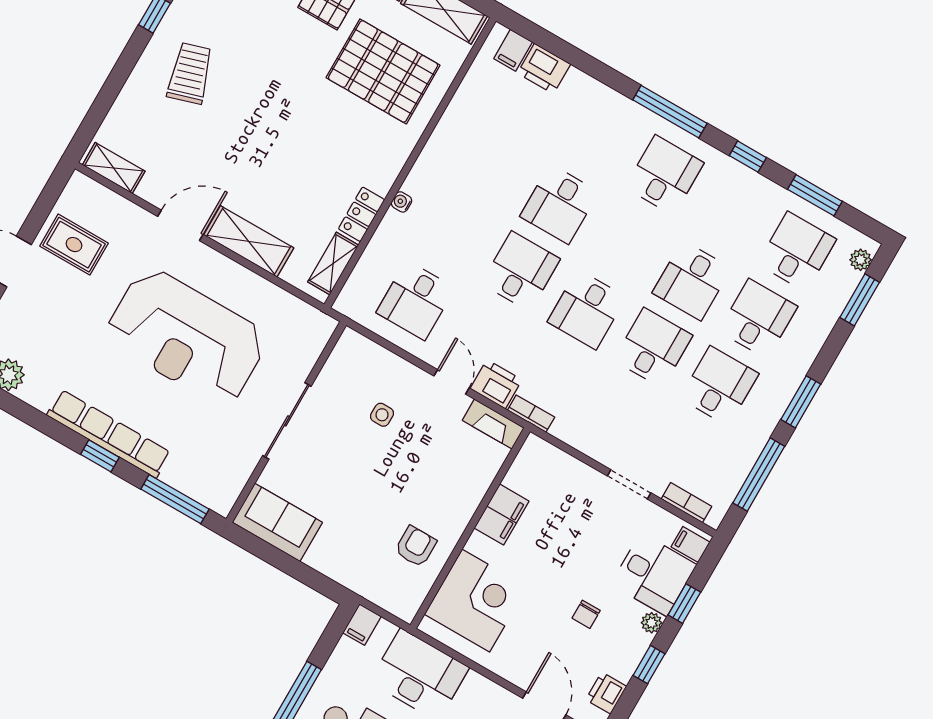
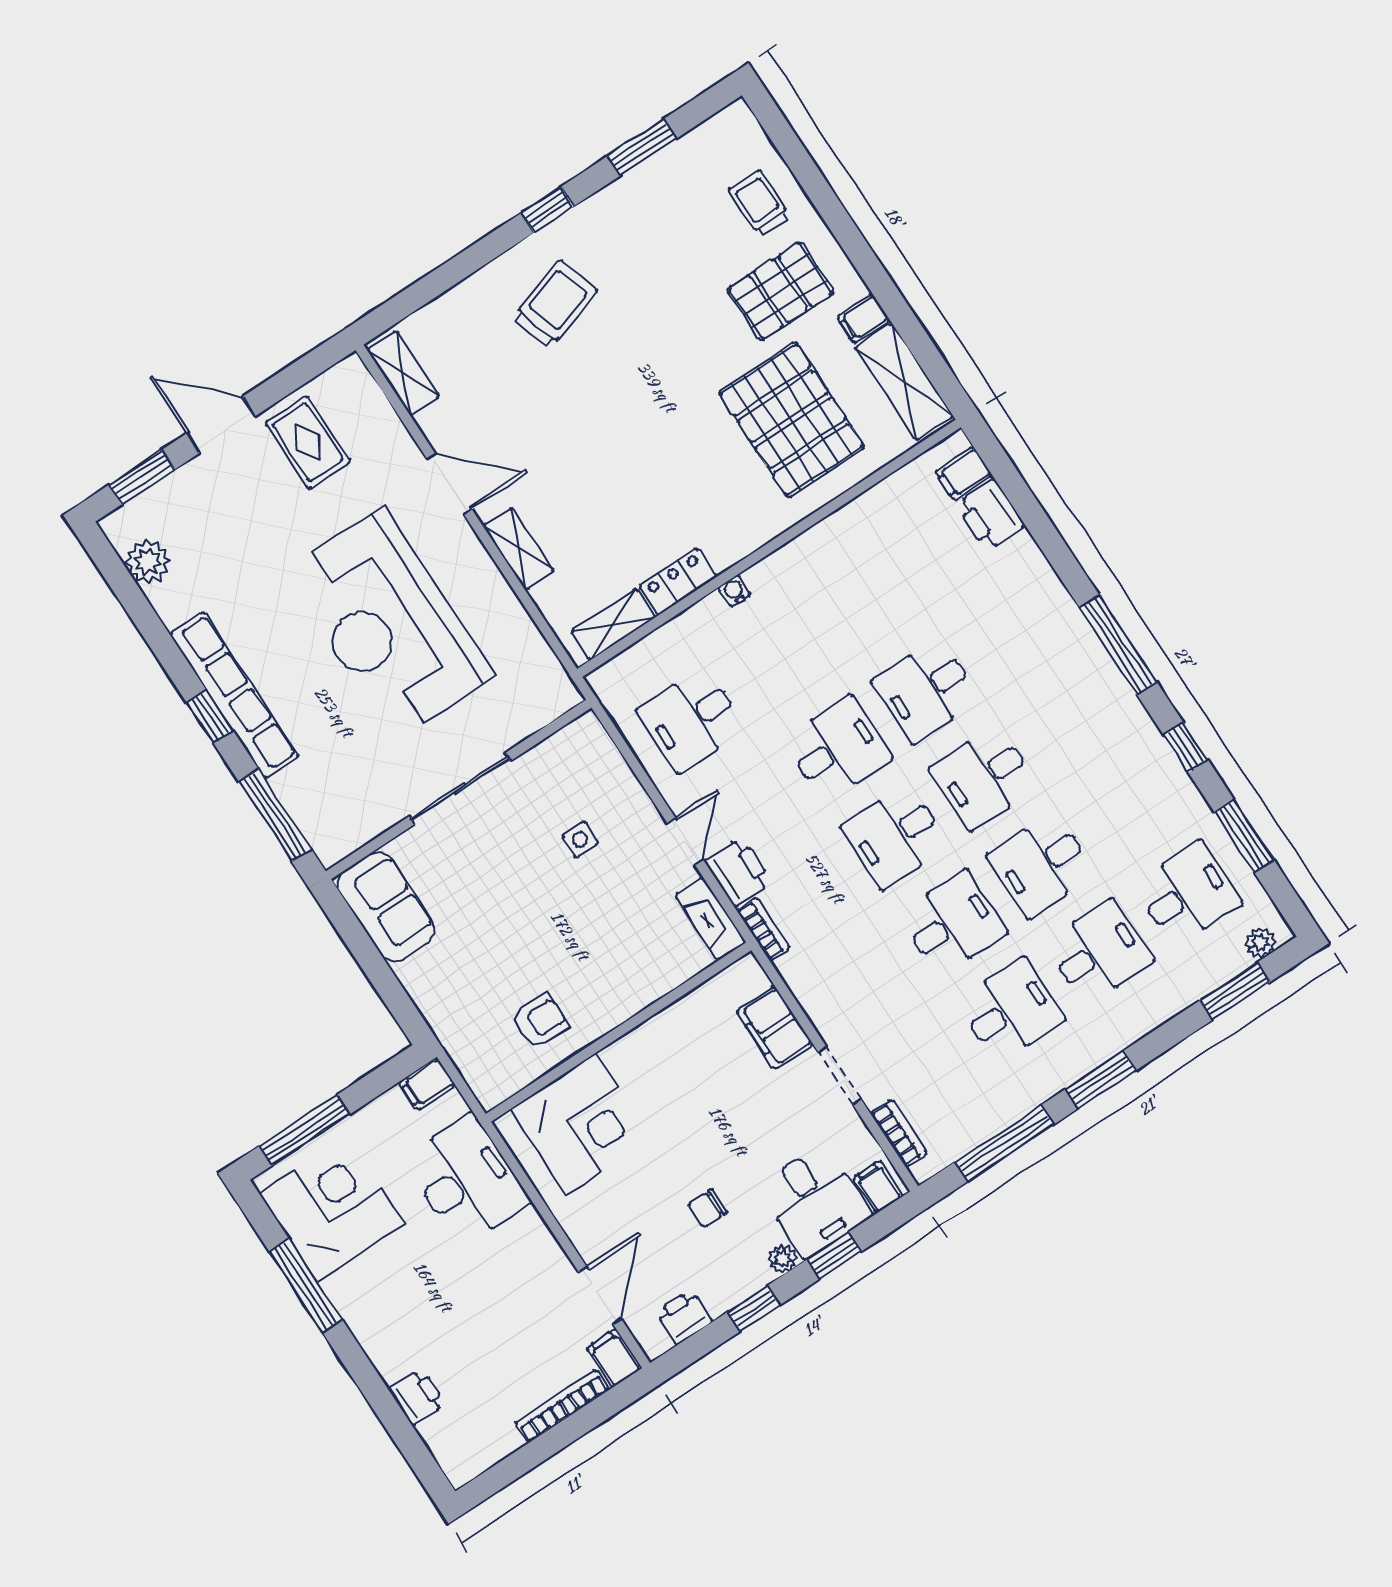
desk: (664, 175) -> (984, 778), moved, turned 180
shelving: (249, 241) -> (519, 549), width x0.67, depth x0.75
filing cabinet: (502, 515) -> (775, 1028), moved, turned 90

